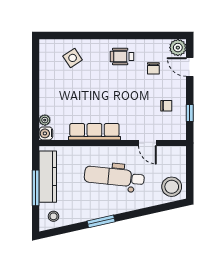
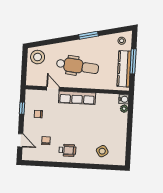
plant: (178, 48) -> (28, 154), removed
row of seats: (94, 132) -> (77, 98), moved

